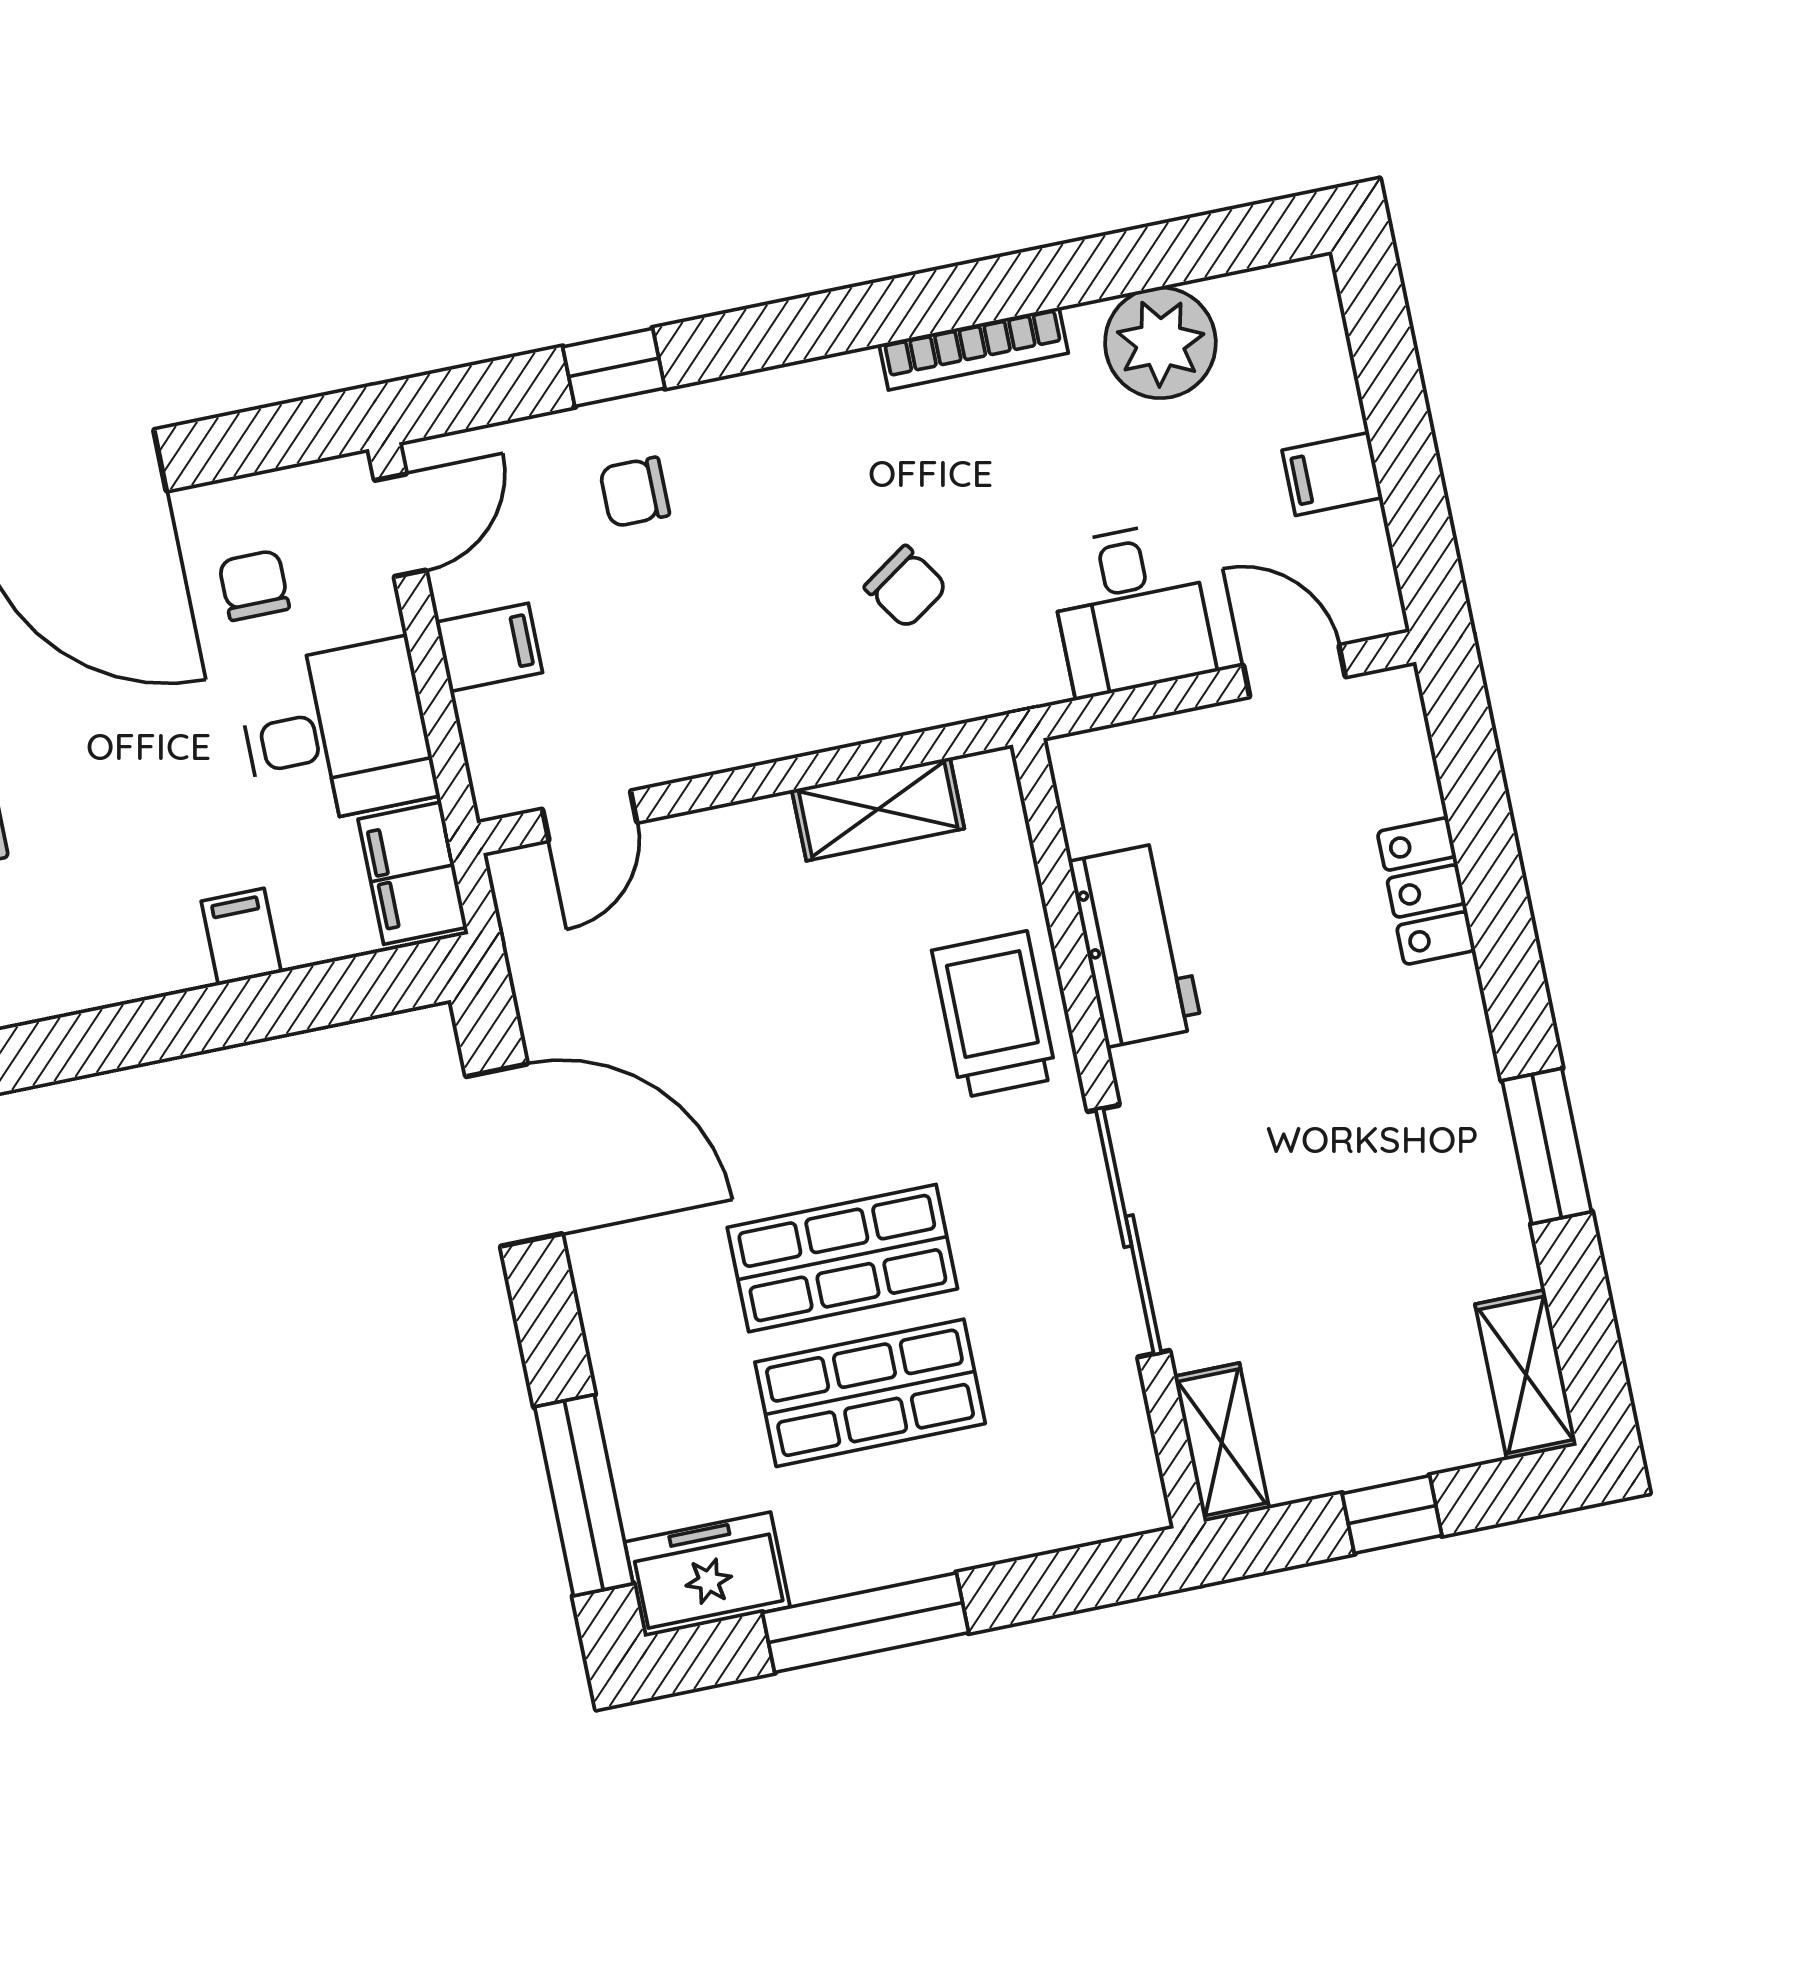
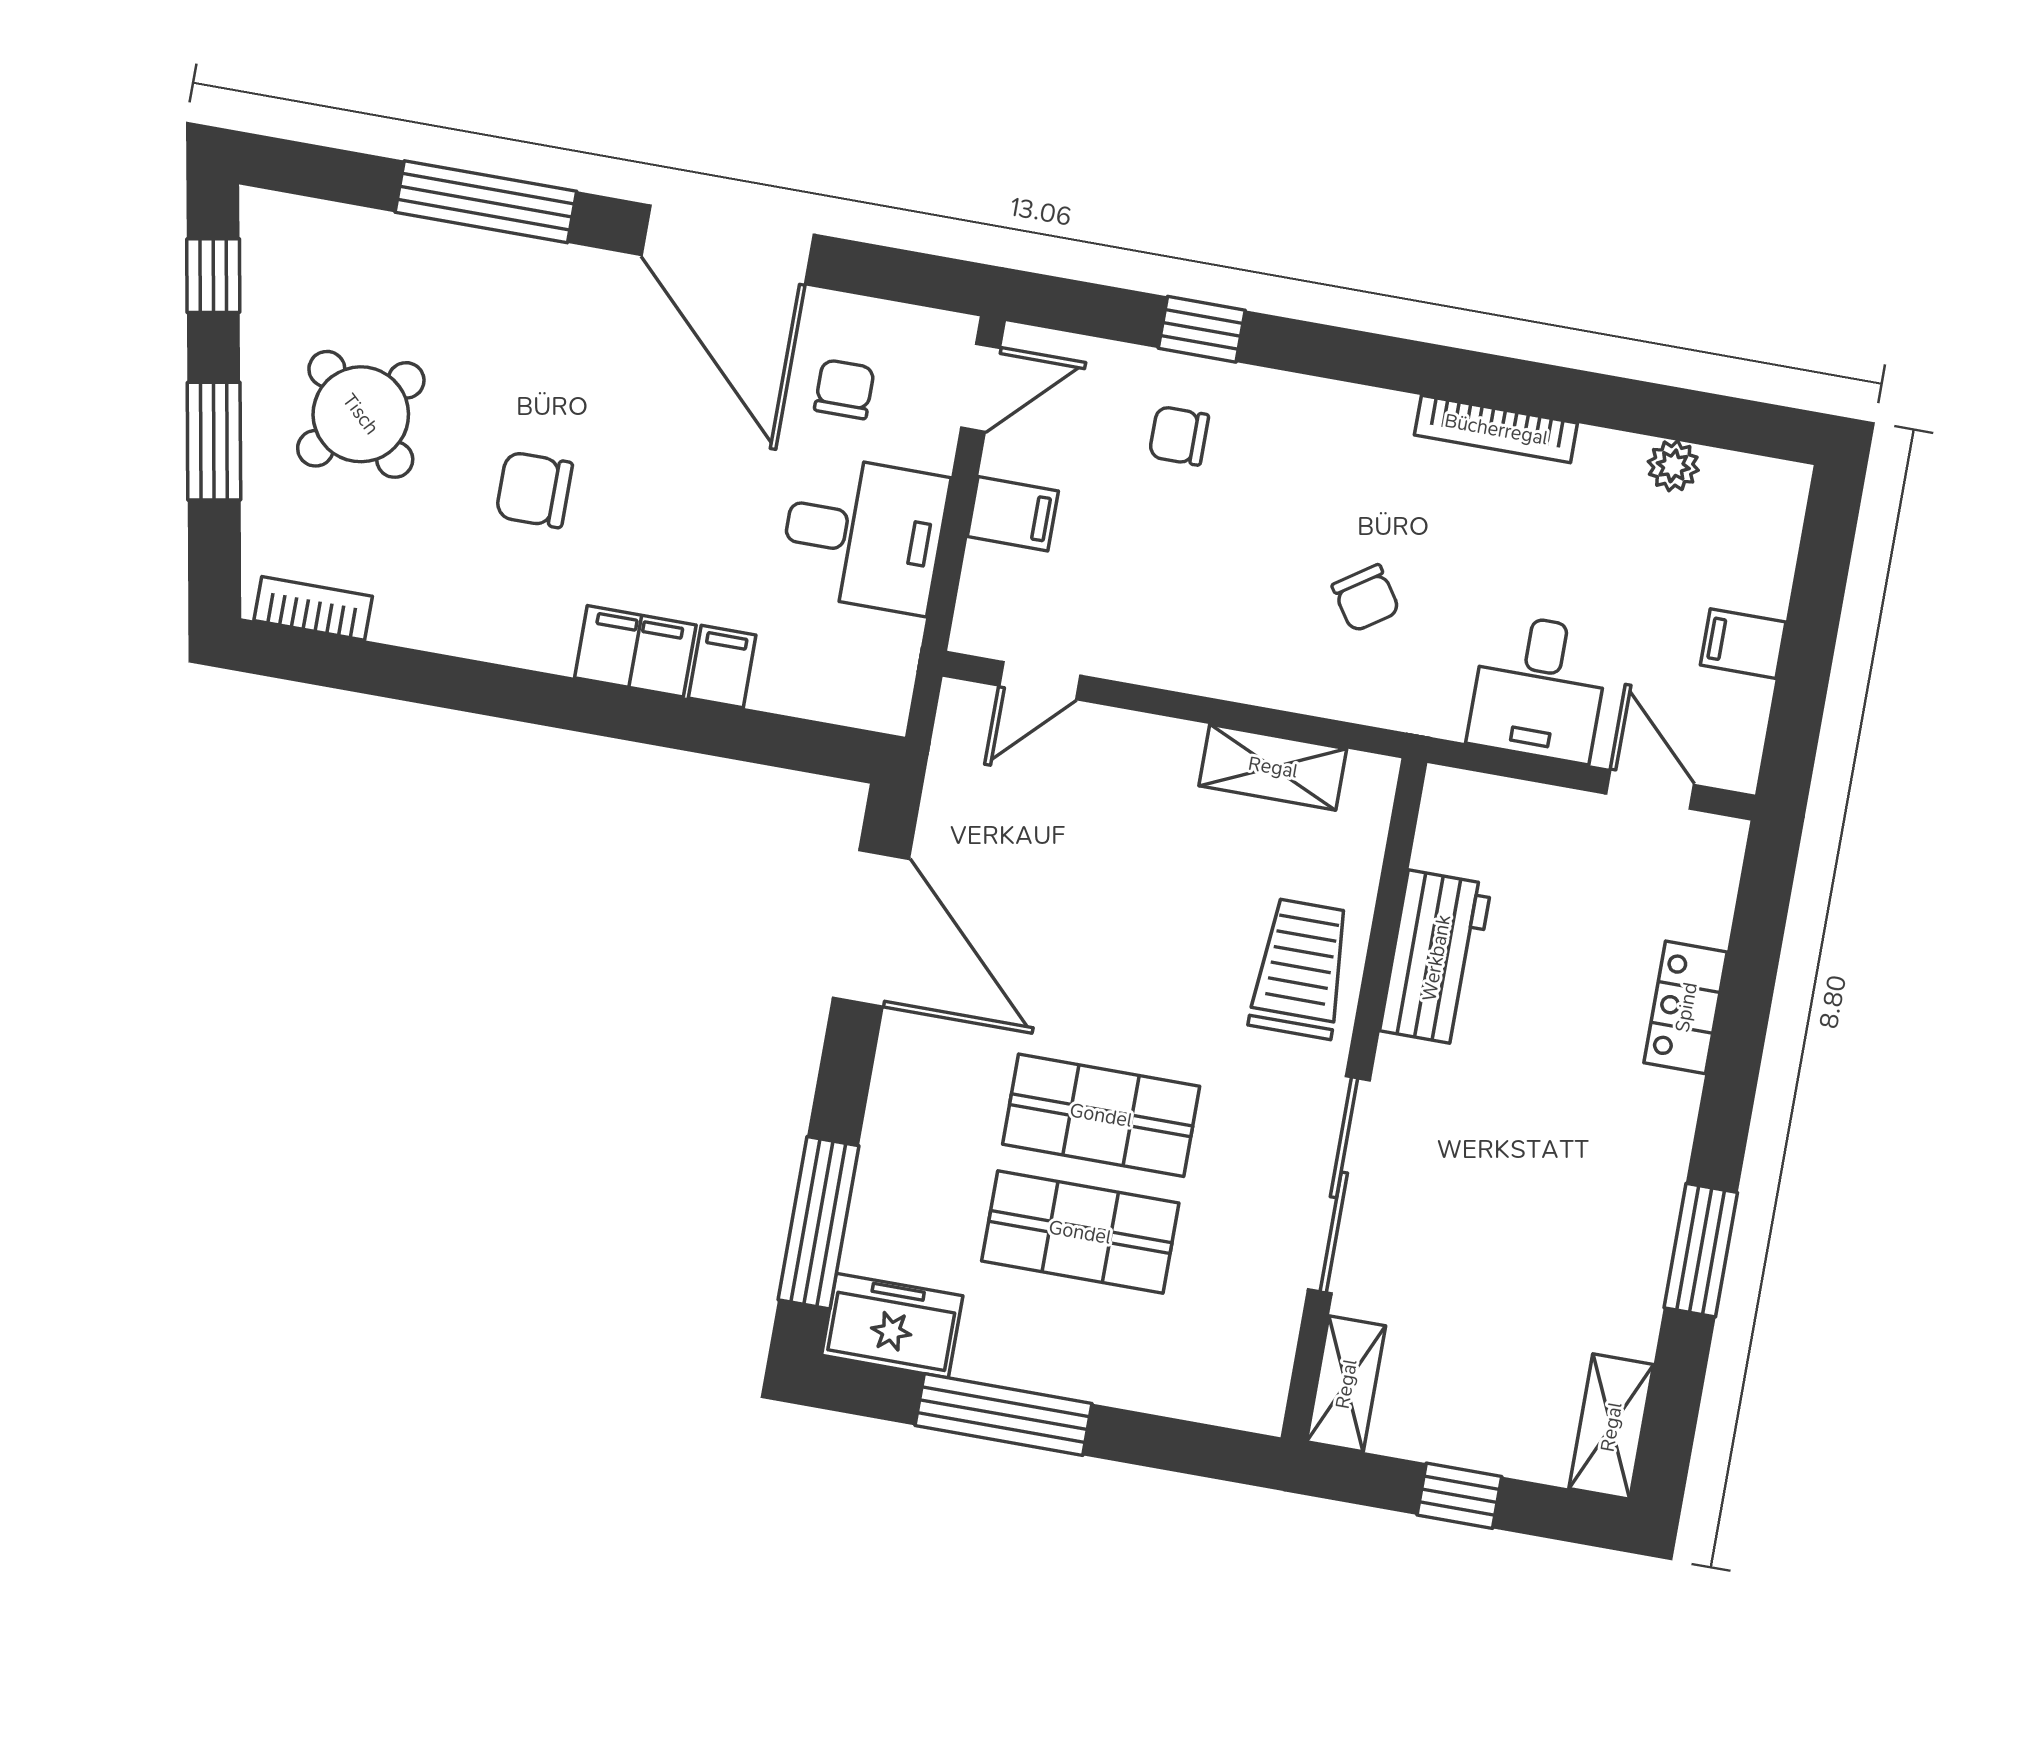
plant: (1160, 343) -> (1673, 466), width x0.53, depth x0.53
filing cabinet: (413, 873) -> (635, 651), moved, turned 90

